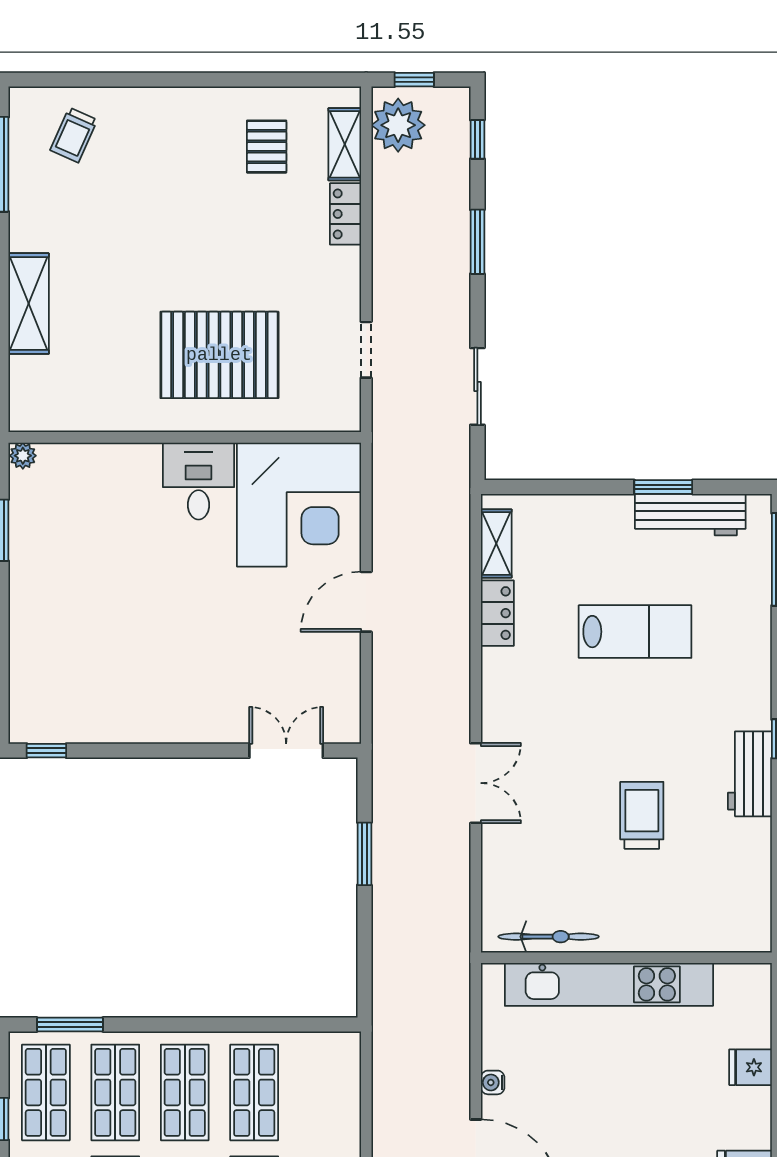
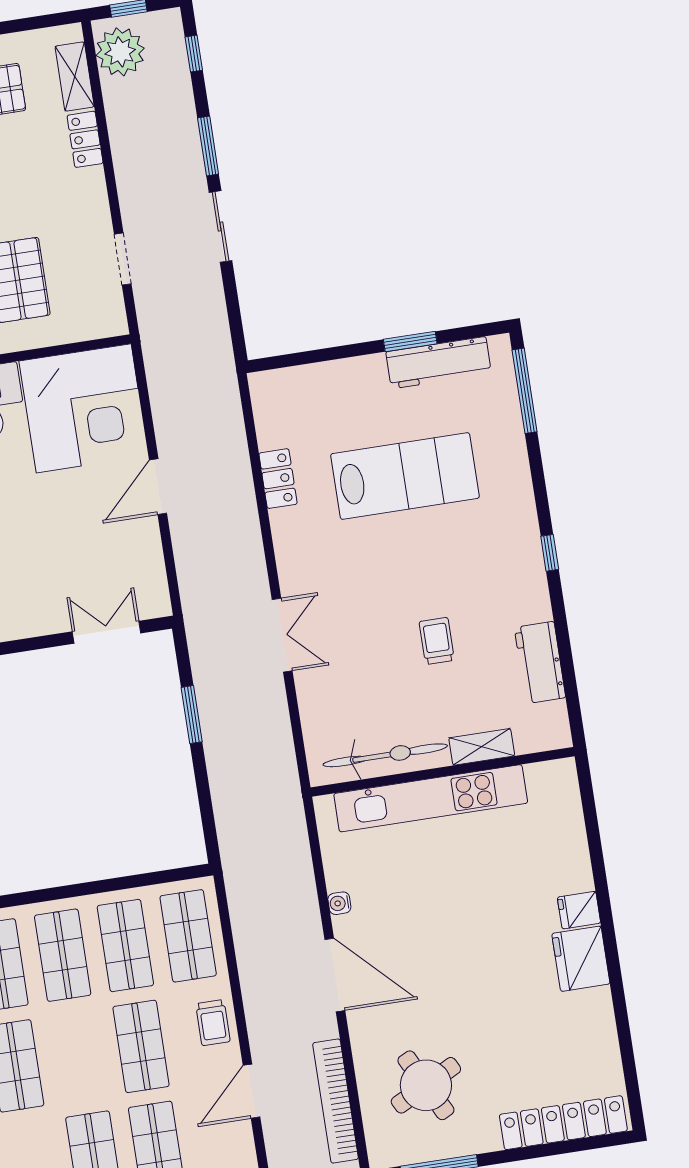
sliding door: (477, 386) -> (221, 227), moved
shelving: (496, 544) -> (482, 747), moved, turned 90
lab bench: (635, 632) -> (405, 476), width x1.36, depth x1.39
workbench: (750, 774) -> (540, 662), moved
trolley: (642, 815) -> (437, 641), width x0.73, depth x0.72
bicycle: (549, 937) -> (385, 755), width x1.37, depth x1.40
fridge: (751, 1067) -> (579, 910), moved
shop shelf: (324, 1092) -> (188, 936), added

